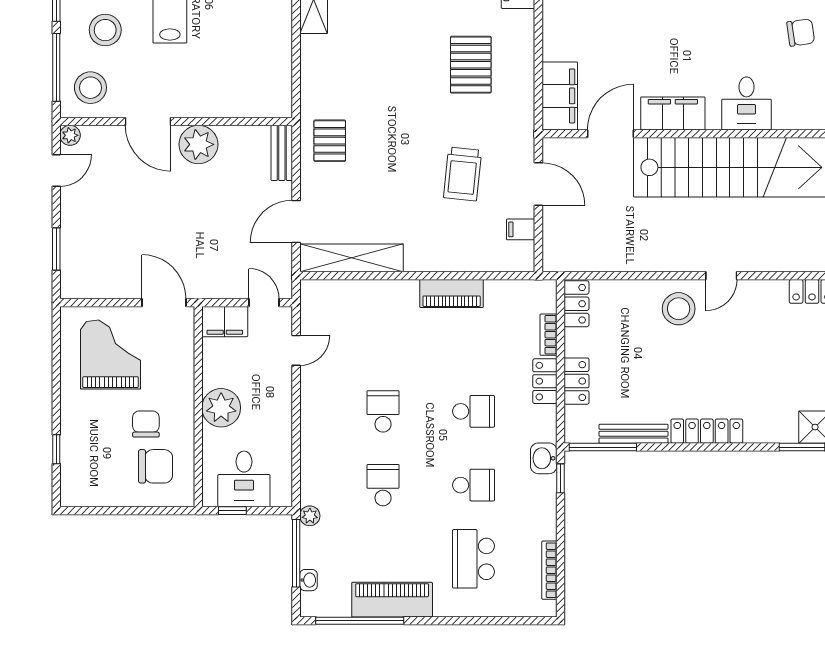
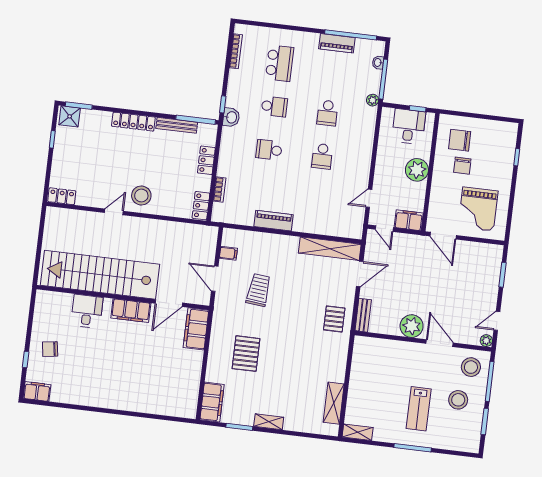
locker: (545, 381) -> (225, 163), removed
school desk: (474, 485) -> (274, 107), turned 180
piano: (392, 600) -> (337, 43), width x0.73, depth x0.75

